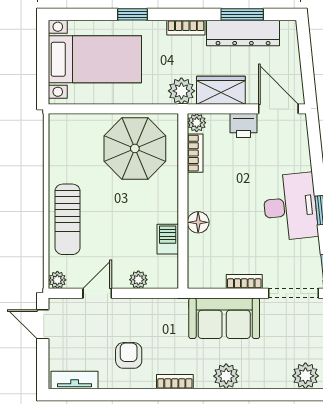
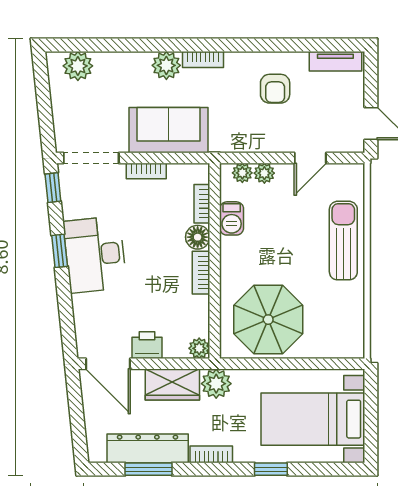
bookcase: (195, 153) -> (201, 273), moved
bookcase: (194, 252) -> (202, 204), added
plant: (57, 280) -> (242, 173), moved
bookcase: (175, 382) -> (203, 59), moved

